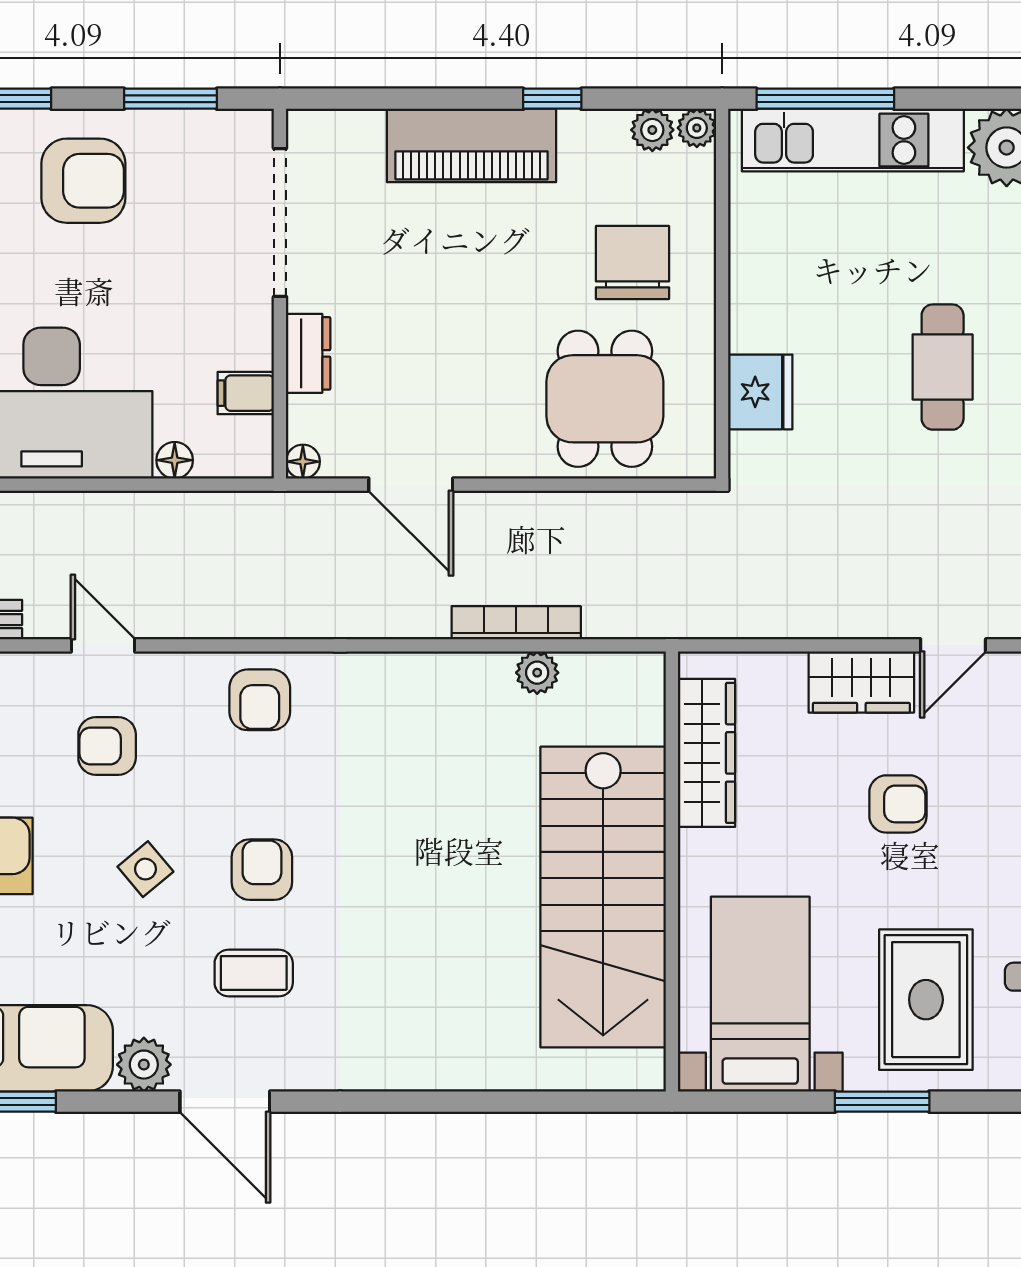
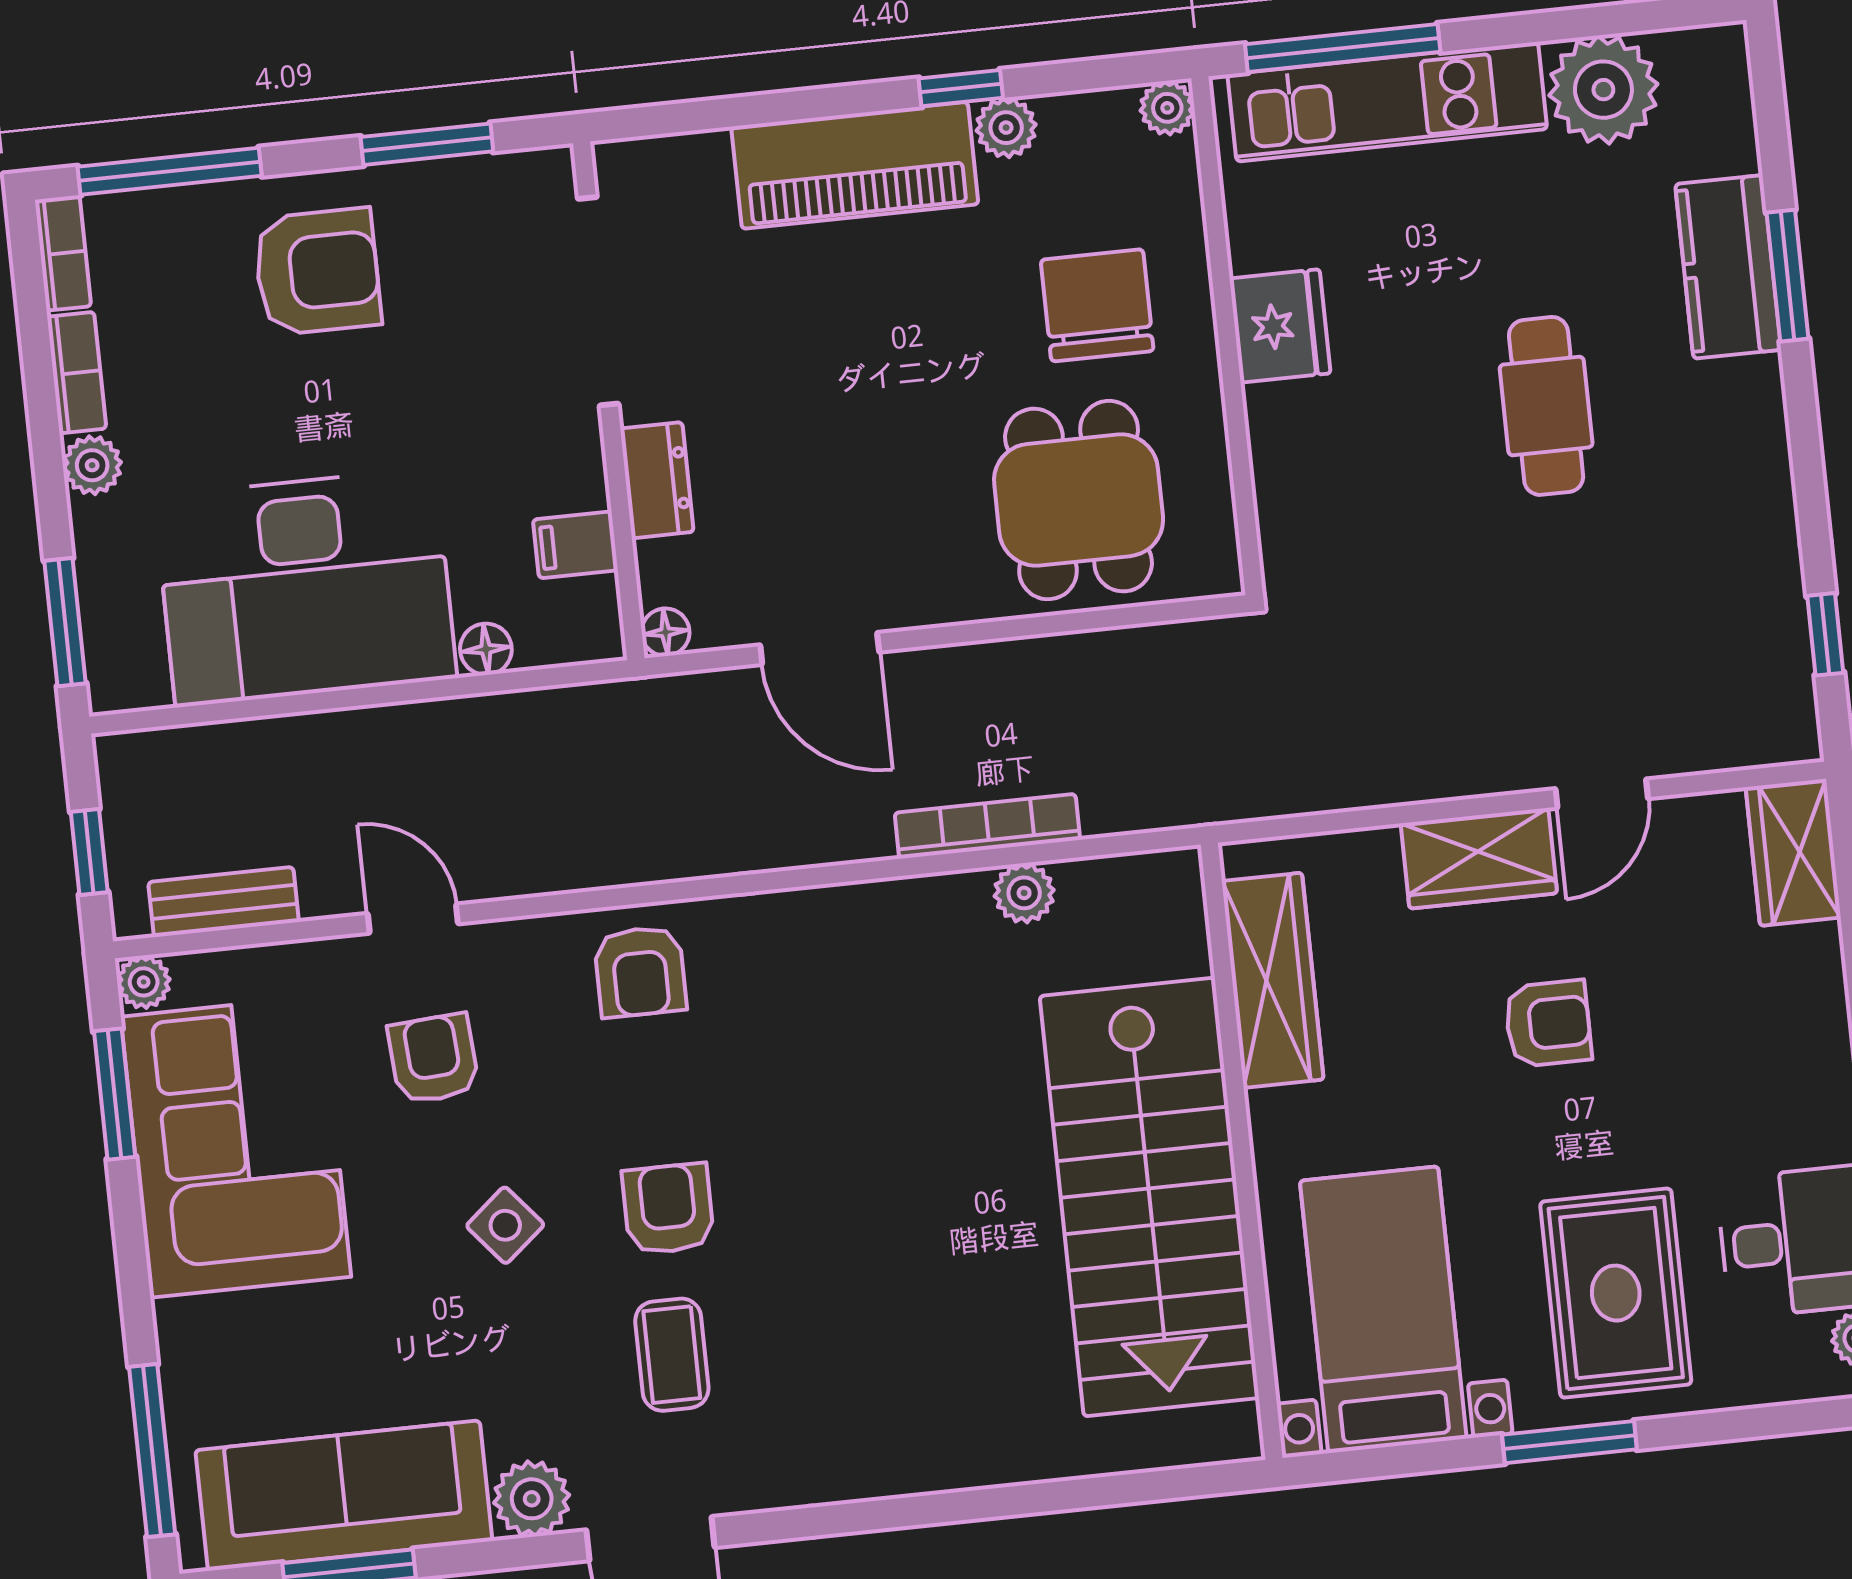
plant: (652, 130) -> (1006, 128), moved
fridge: (760, 392) -> (1280, 326), moved
armchair: (107, 746) -> (433, 1059), turned 86
coffee table: (254, 973) -> (672, 1355), turned 90

